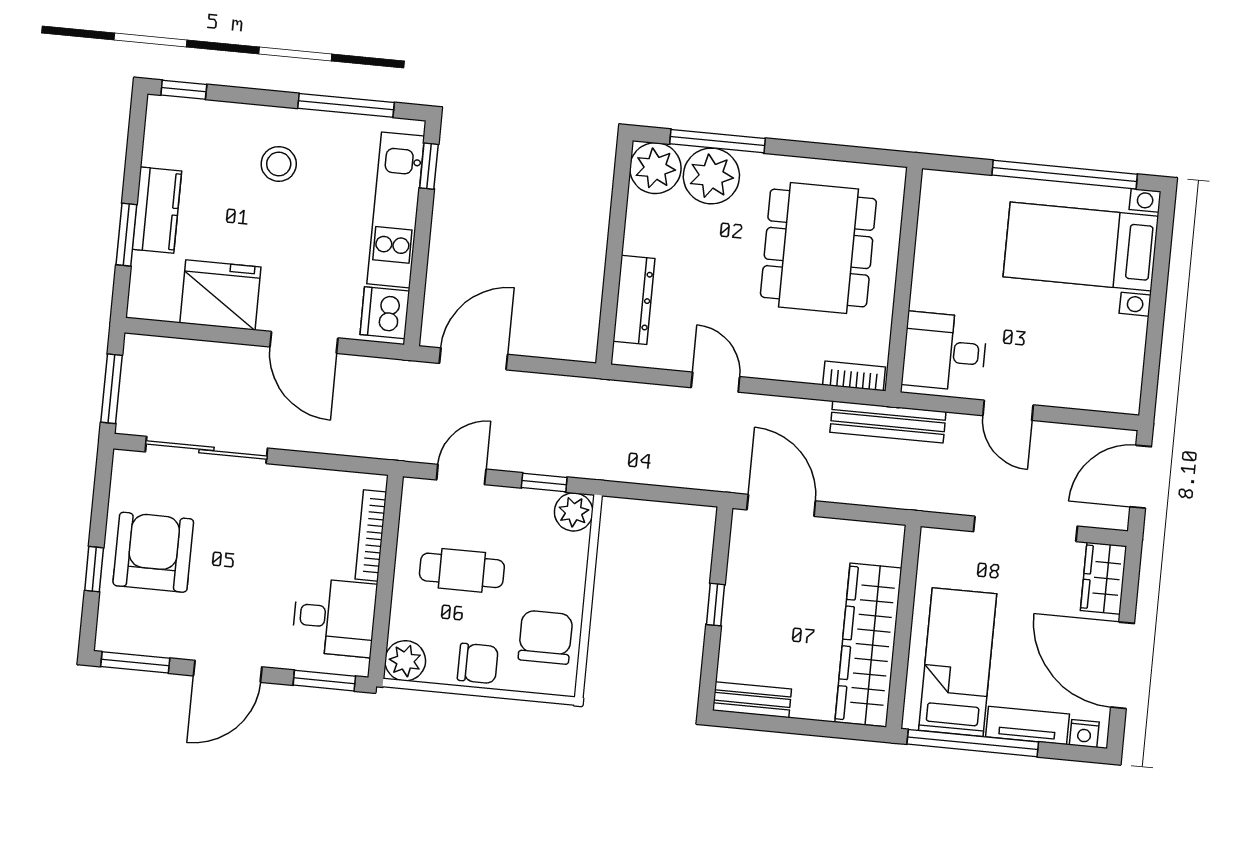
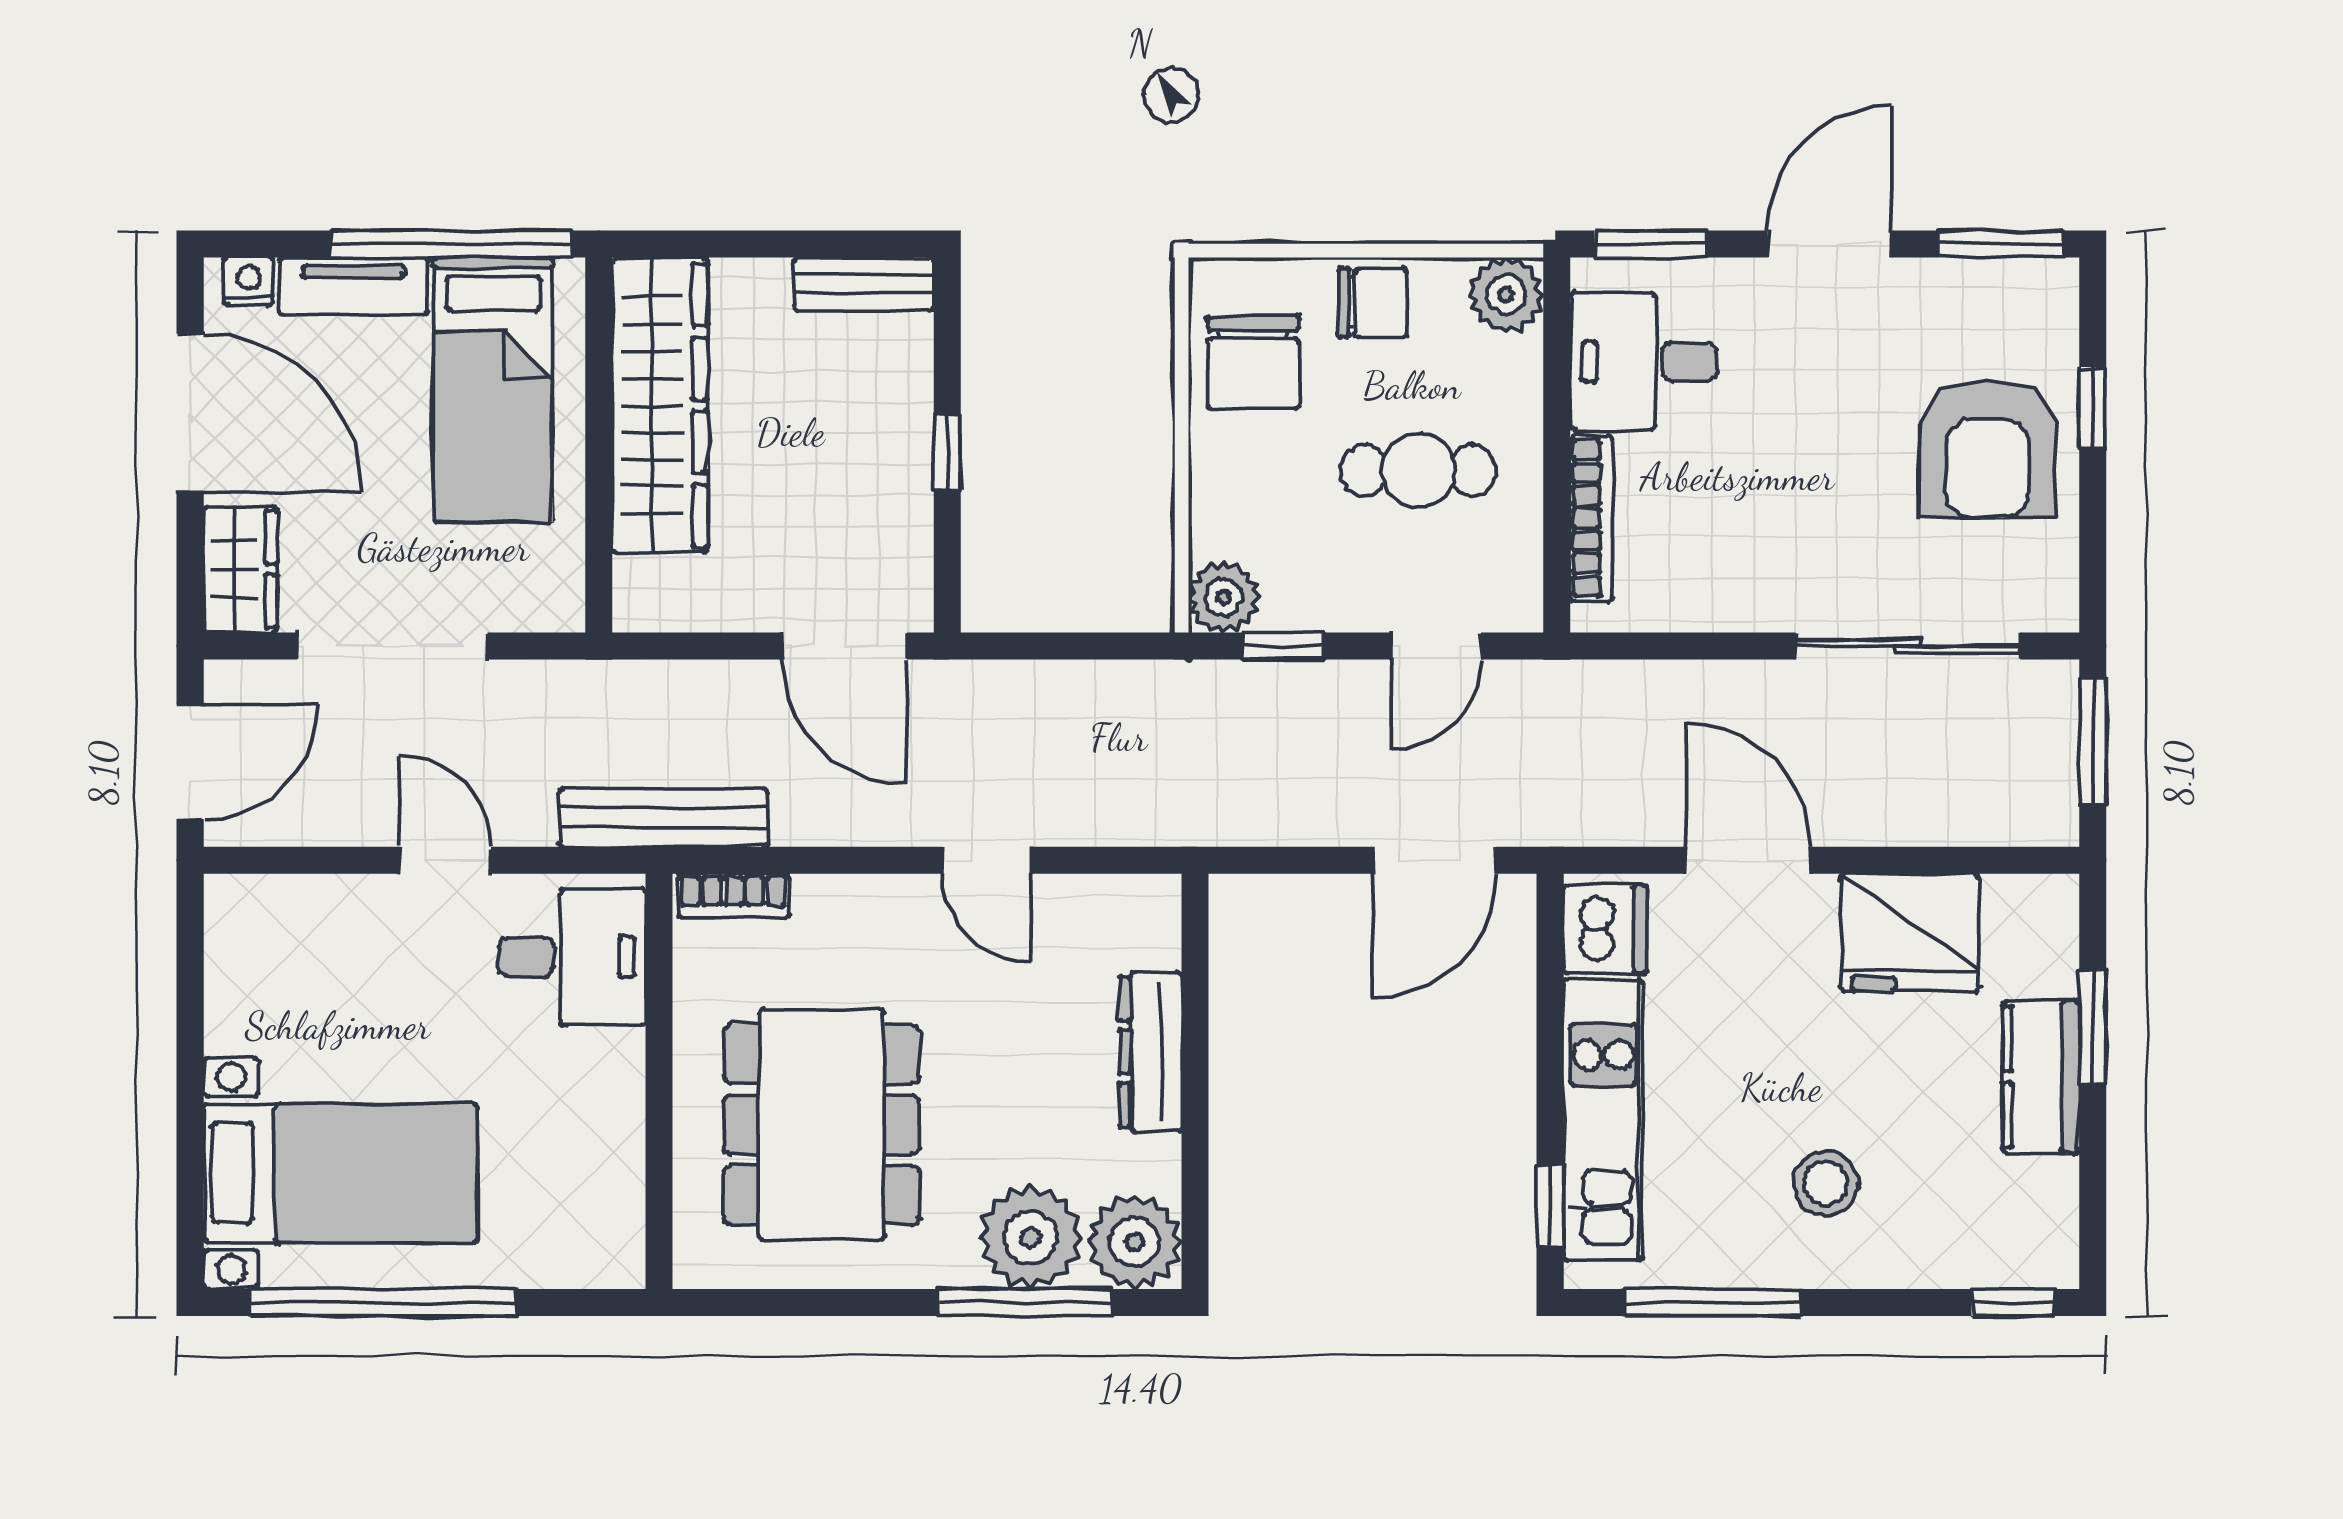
dresser: (634, 300) -> (1150, 1052), moved
chair: (478, 663) -> (1373, 303), turned 180

